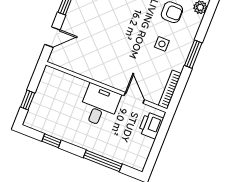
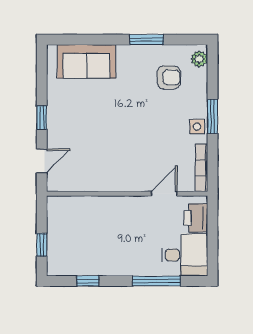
side table: (162, 44) -> (197, 127), moved
door: (134, 98) -> (164, 194), hinge flipped
desk: (99, 105) -> (185, 255), moved, turned 90

